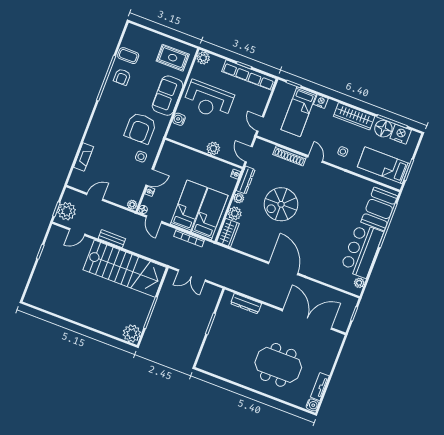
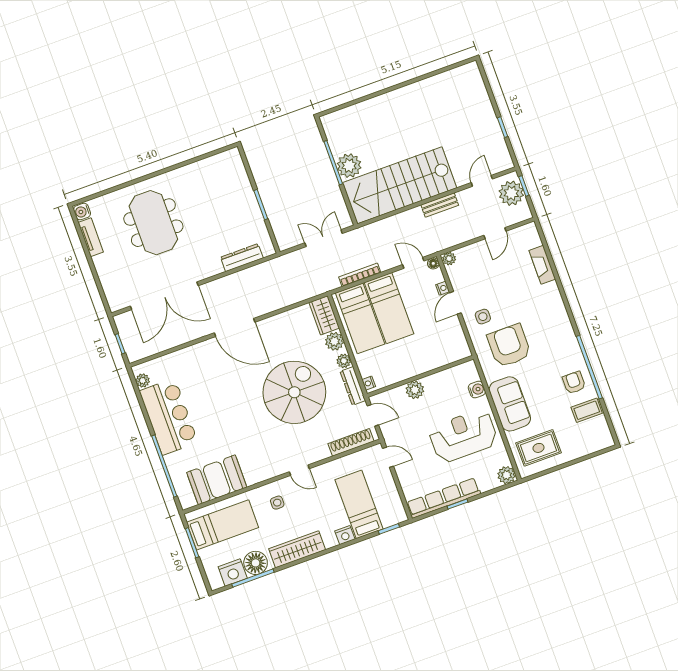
shoe rack: (290, 156) -> (351, 442), moved
spiral stairs: (281, 204) -> (294, 392), width x1.37, depth x1.37
booth: (379, 209) -> (217, 480), moved, turned 90
plant: (132, 333) -> (349, 166), moved
meeting table: (278, 365) -> (153, 223), turned 90

